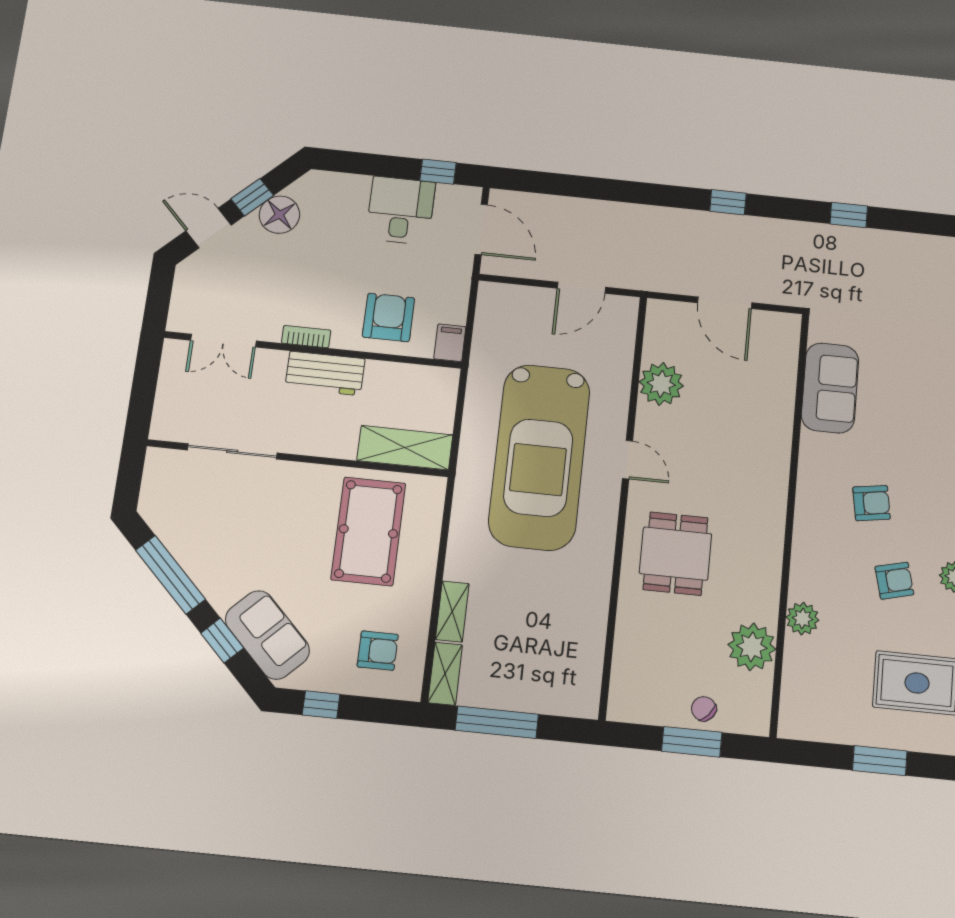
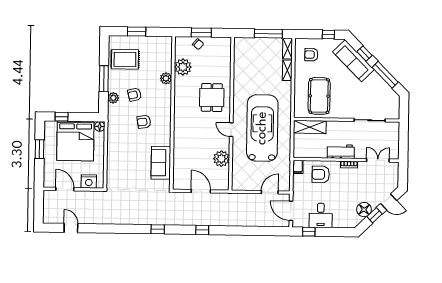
door: (581, 288) -> (270, 192), moved
armchair: (388, 317) -> (321, 174), turned 90
sofa: (267, 635) -> (353, 61), width x1.36

